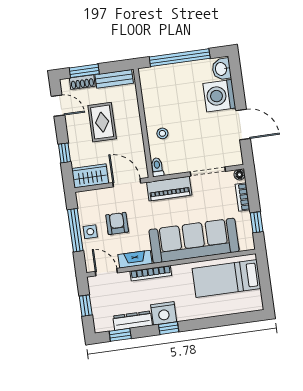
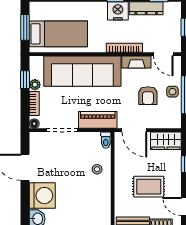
rug: (102, 122) -> (149, 187), turned 90
plant: (245, 218) -> (35, 85), added
window: (265, 280) -> (25, 27), added

